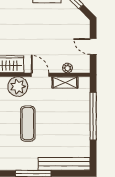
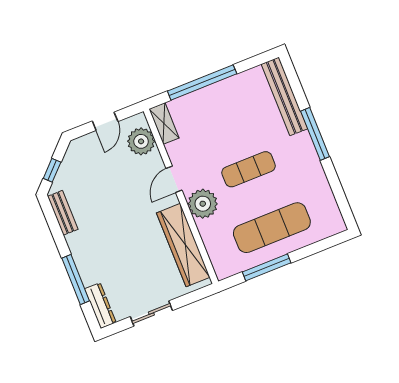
plant: (67, 68) -> (141, 141), width x1.87, depth x1.87
shelving: (65, 83) -> (164, 123), moved

